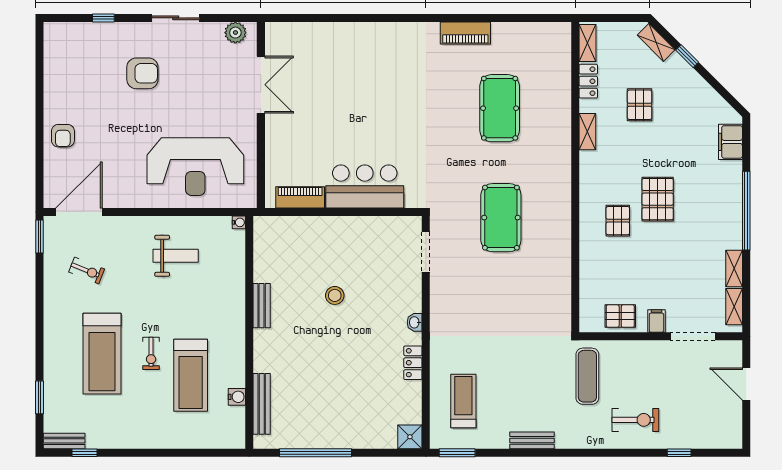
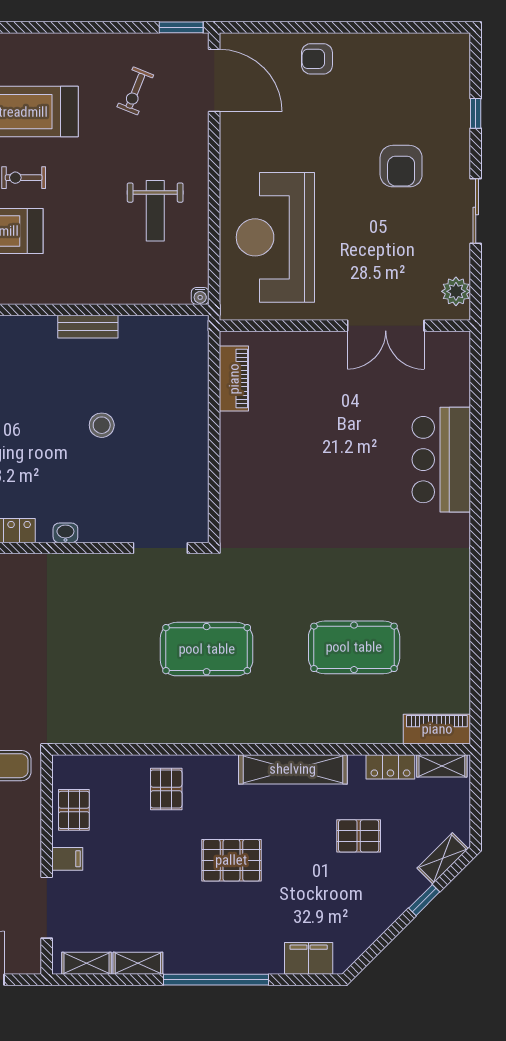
piano: (465, 33) -> (437, 729), moved, turned 90
shelving: (587, 132) -> (293, 769), width x2.20, depth x1.33
bar counter: (365, 186) -> (441, 460), moved, turned 180
pallet: (618, 221) -> (166, 789), moved, turned 90

